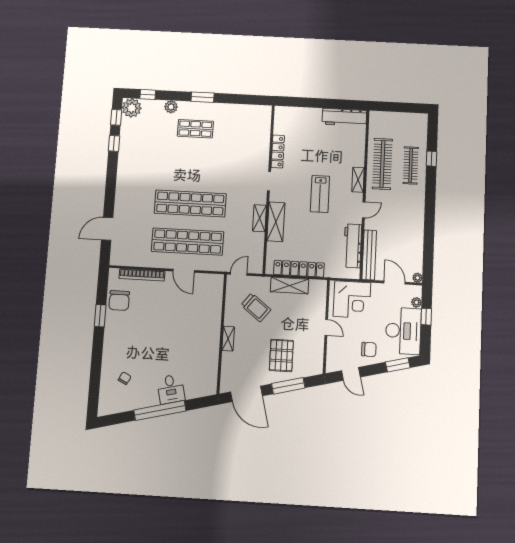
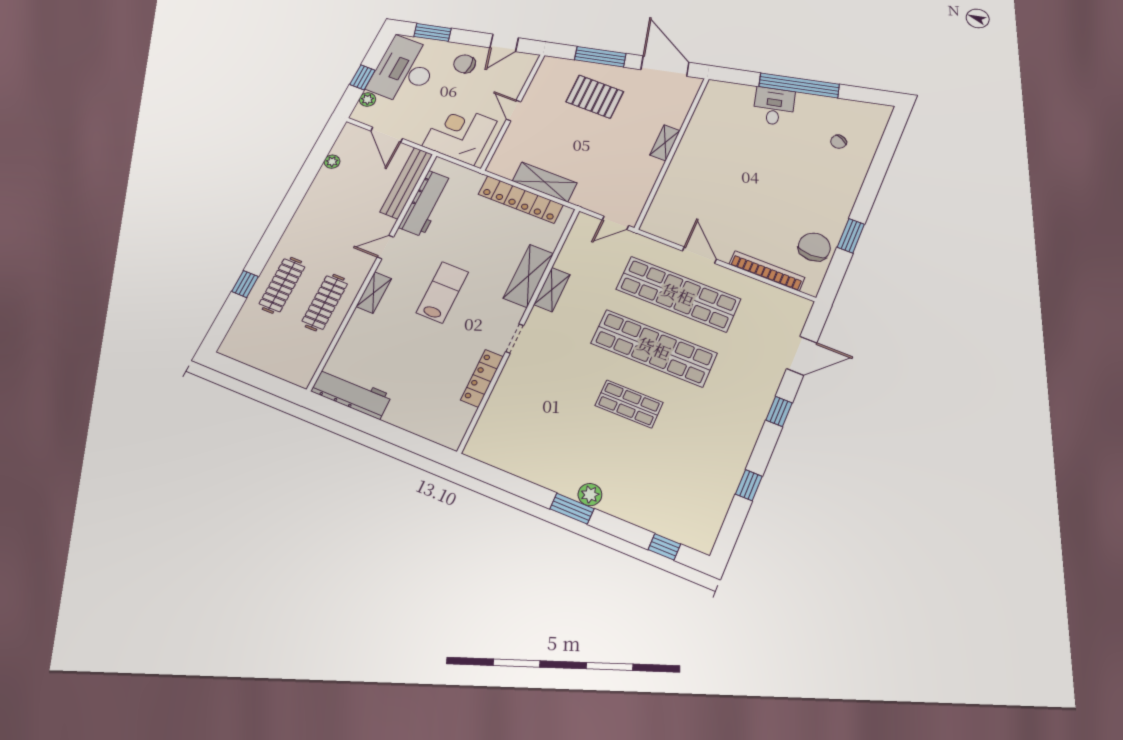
plant: (171, 107) -> (590, 495), moved
plant: (132, 108) -> (700, 534), removed
window: (116, 117) -> (779, 411), moved
shop shelf: (195, 129) -> (629, 404), moved
clothes rail: (382, 164) -> (325, 302), width x0.73, depth x0.76
plant: (417, 278) -> (332, 162), moved
trolley: (256, 307) -> (607, 170), removed
pallet: (281, 355) -> (595, 97), turned 90
door: (351, 374) -> (504, 43), swing flipped

